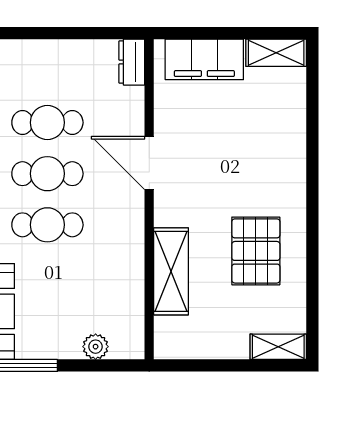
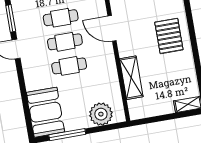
pallet: (256, 251) -> (169, 36), moved
plant: (96, 347) -> (101, 114), width x1.87, depth x1.87

